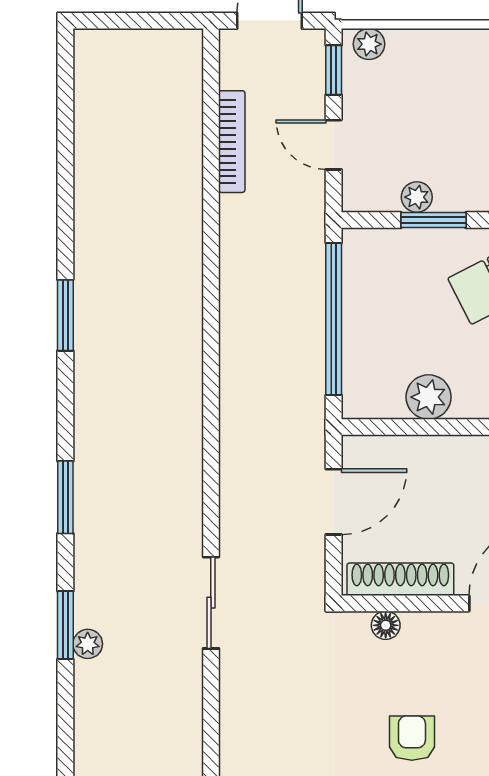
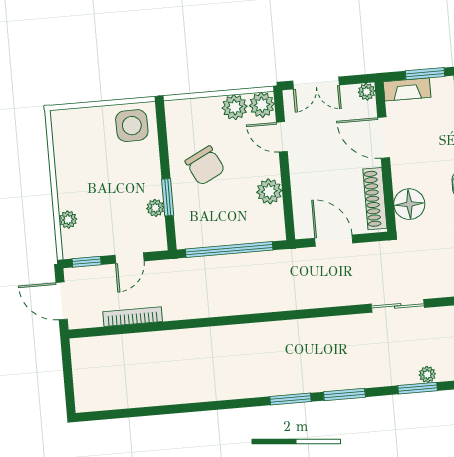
plant: (369, 44) -> (68, 220), moved
window: (65, 315) -> (290, 399), moved
floor lamp: (386, 625) -> (409, 204), width x1.89, depth x1.89

